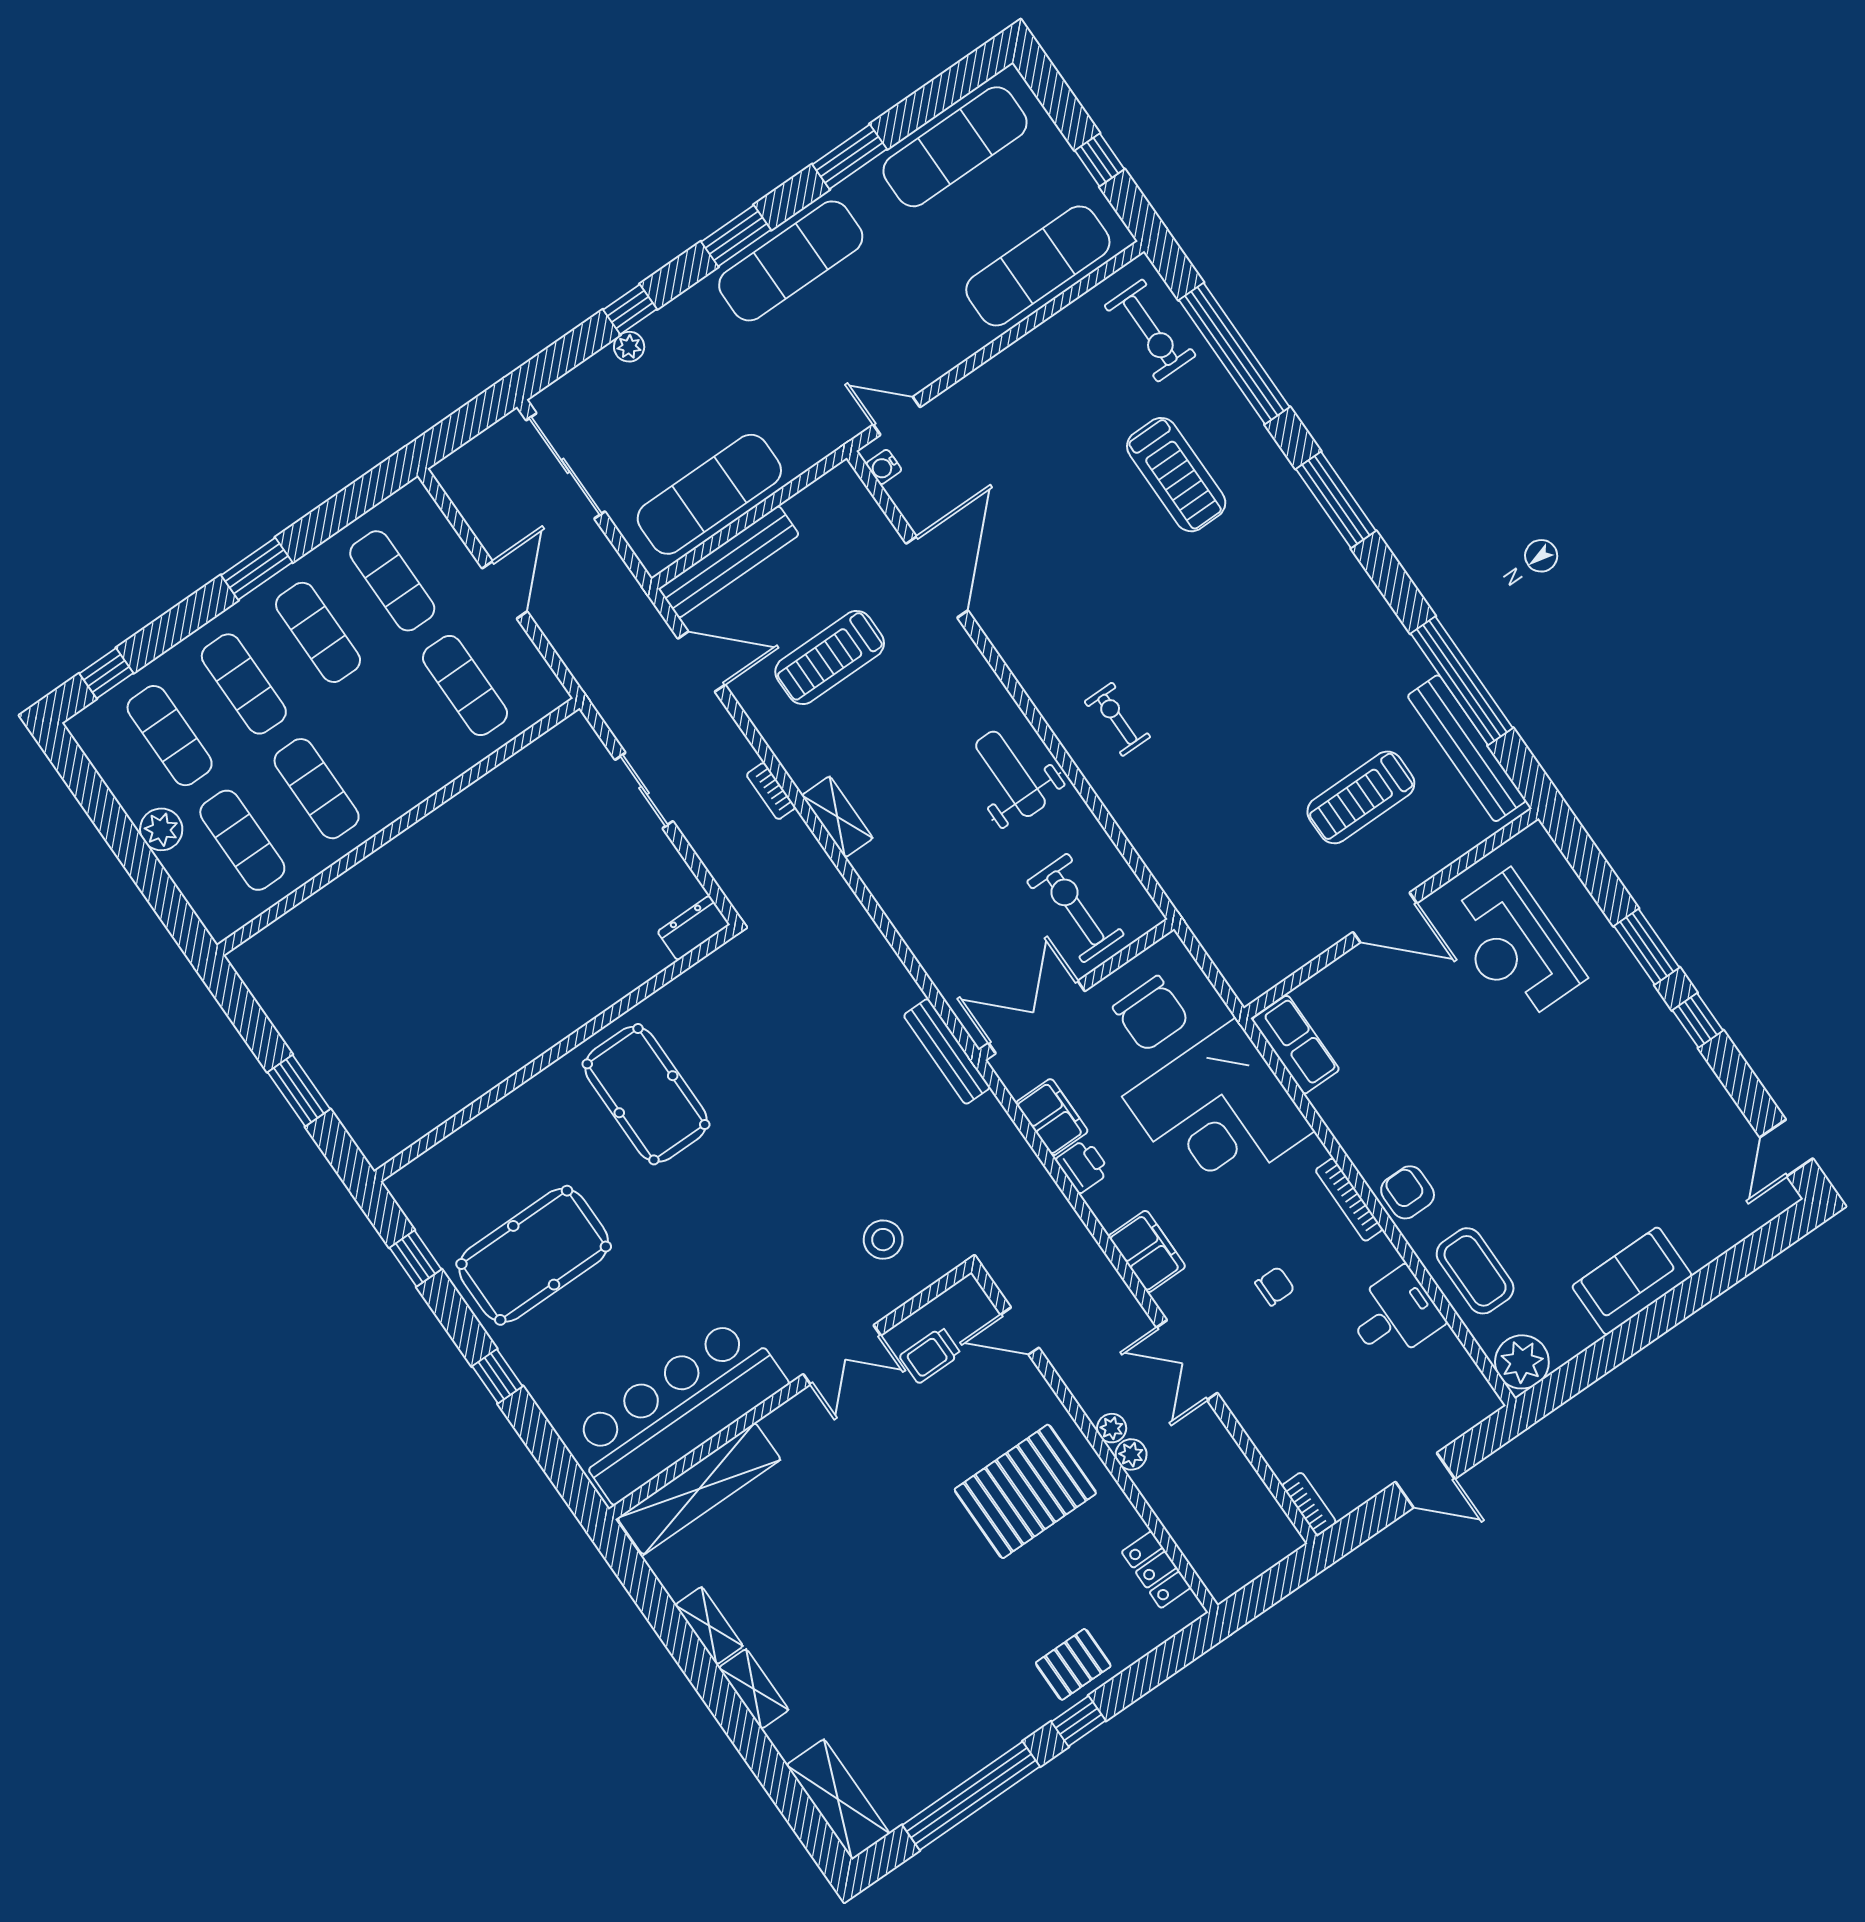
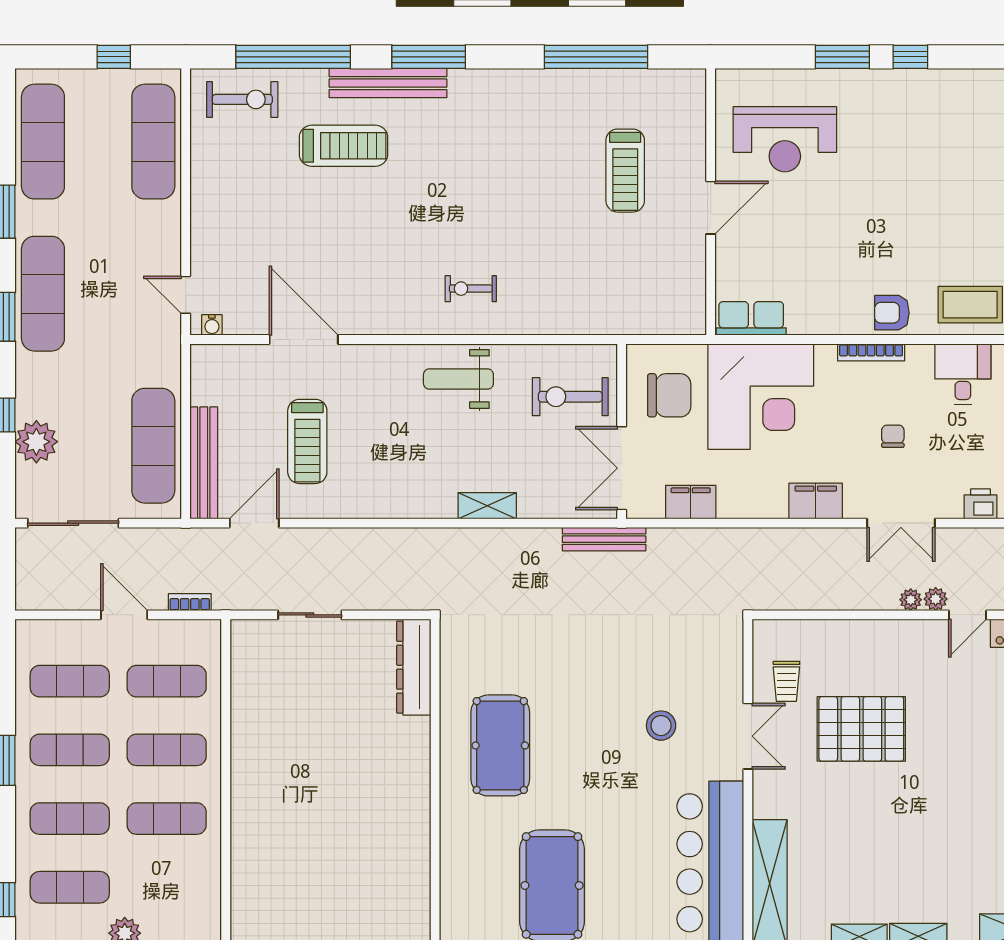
plant: (629, 347) -> (36, 442), width x1.87, depth x1.87
door: (897, 416) -> (186, 295), hinge flipped
bench: (1467, 748) -> (388, 83), moved
bookcase: (771, 791) -> (190, 602), moved, turned 180
shelving: (837, 817) -> (487, 506), moved
exercise mat: (242, 840) -> (167, 750), moved
dresser: (694, 928) -> (414, 667), width x1.96, depth x1.24
pool table: (646, 1094) -> (500, 745), turned 90
printer: (1083, 1166) -> (980, 504), moved
stool: (883, 1240) -> (661, 726), moved
door: (1020, 1331) -> (968, 615), moved
pallet: (1025, 1491) -> (861, 729), moved, turned 90

